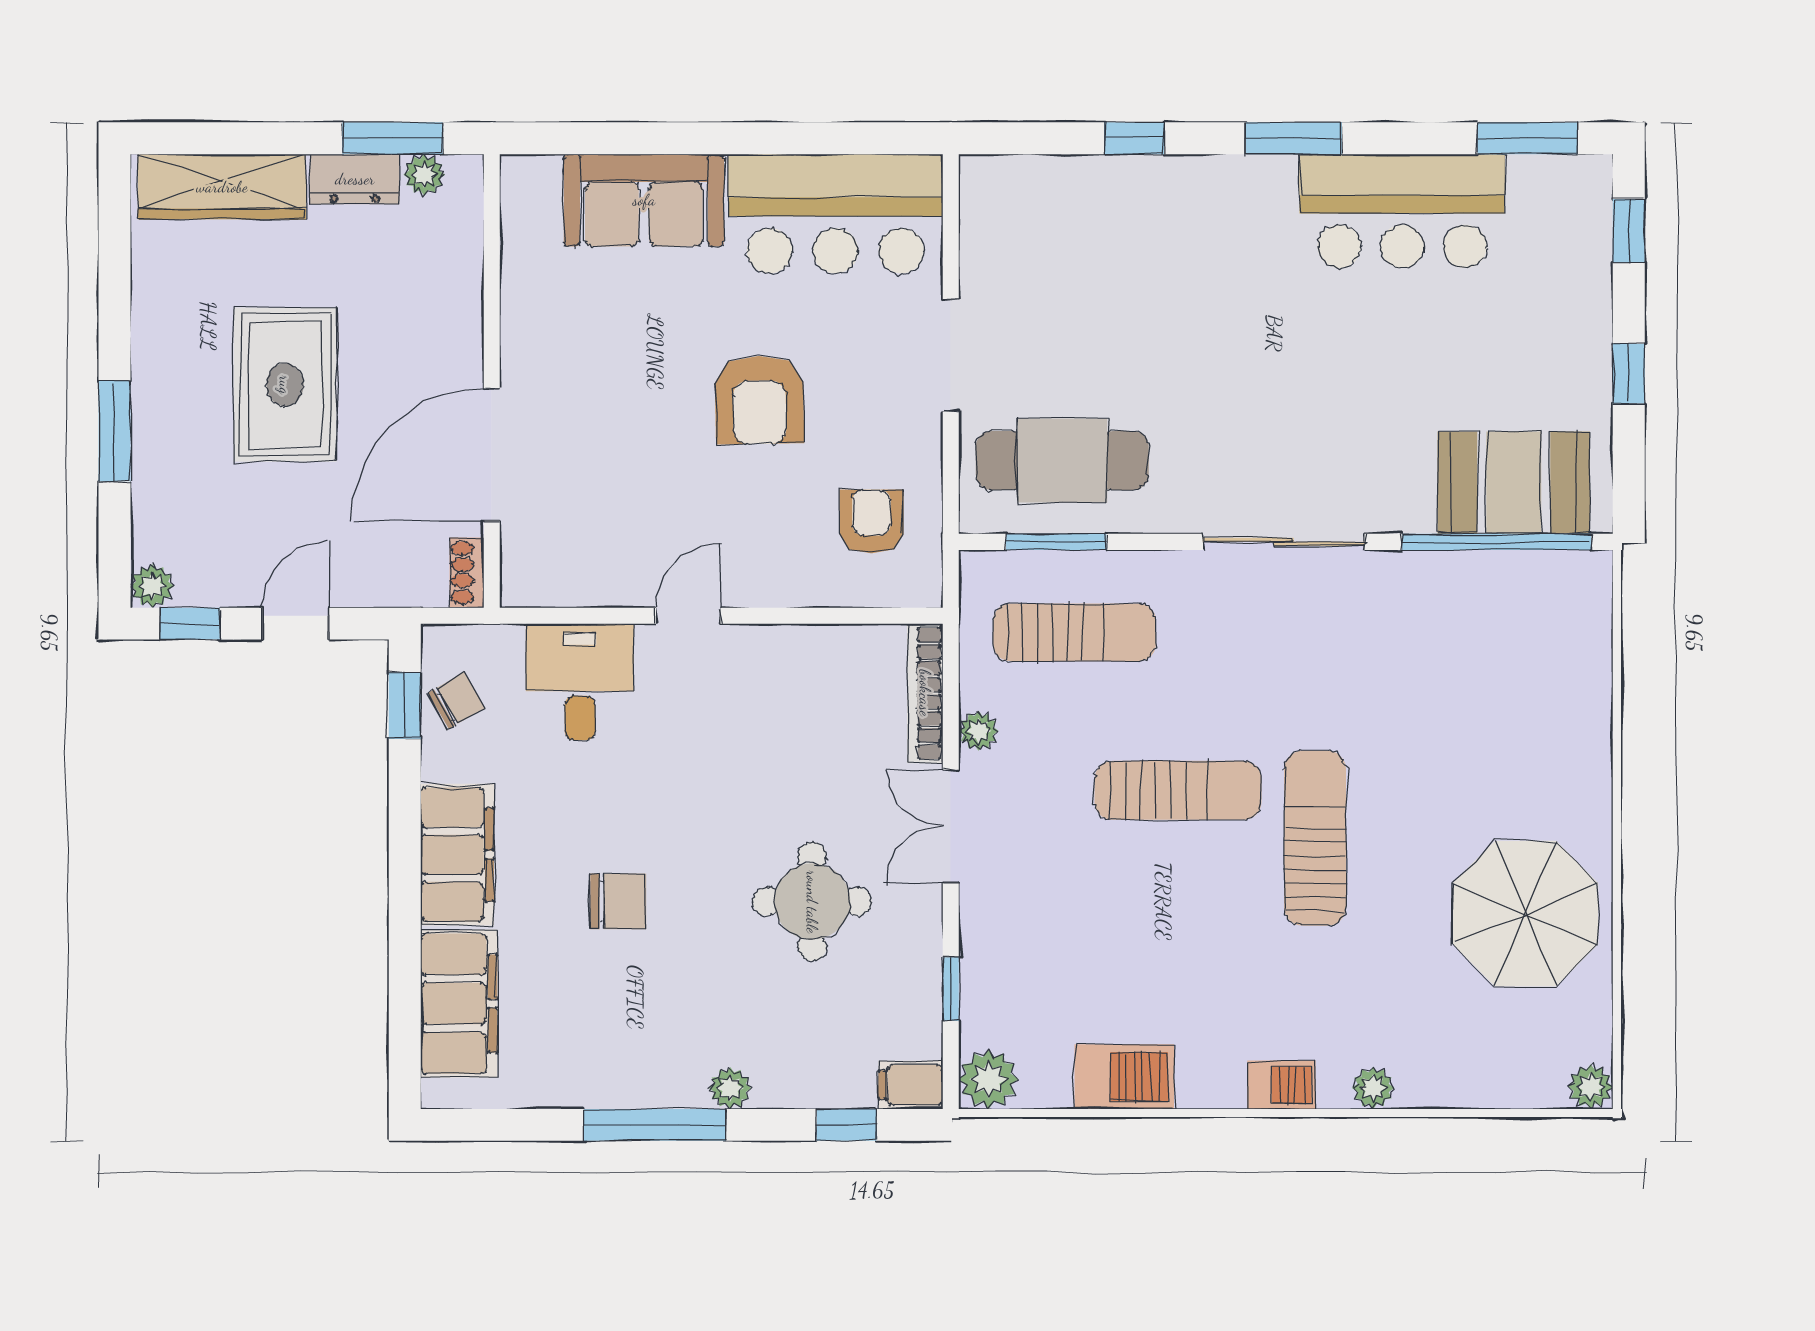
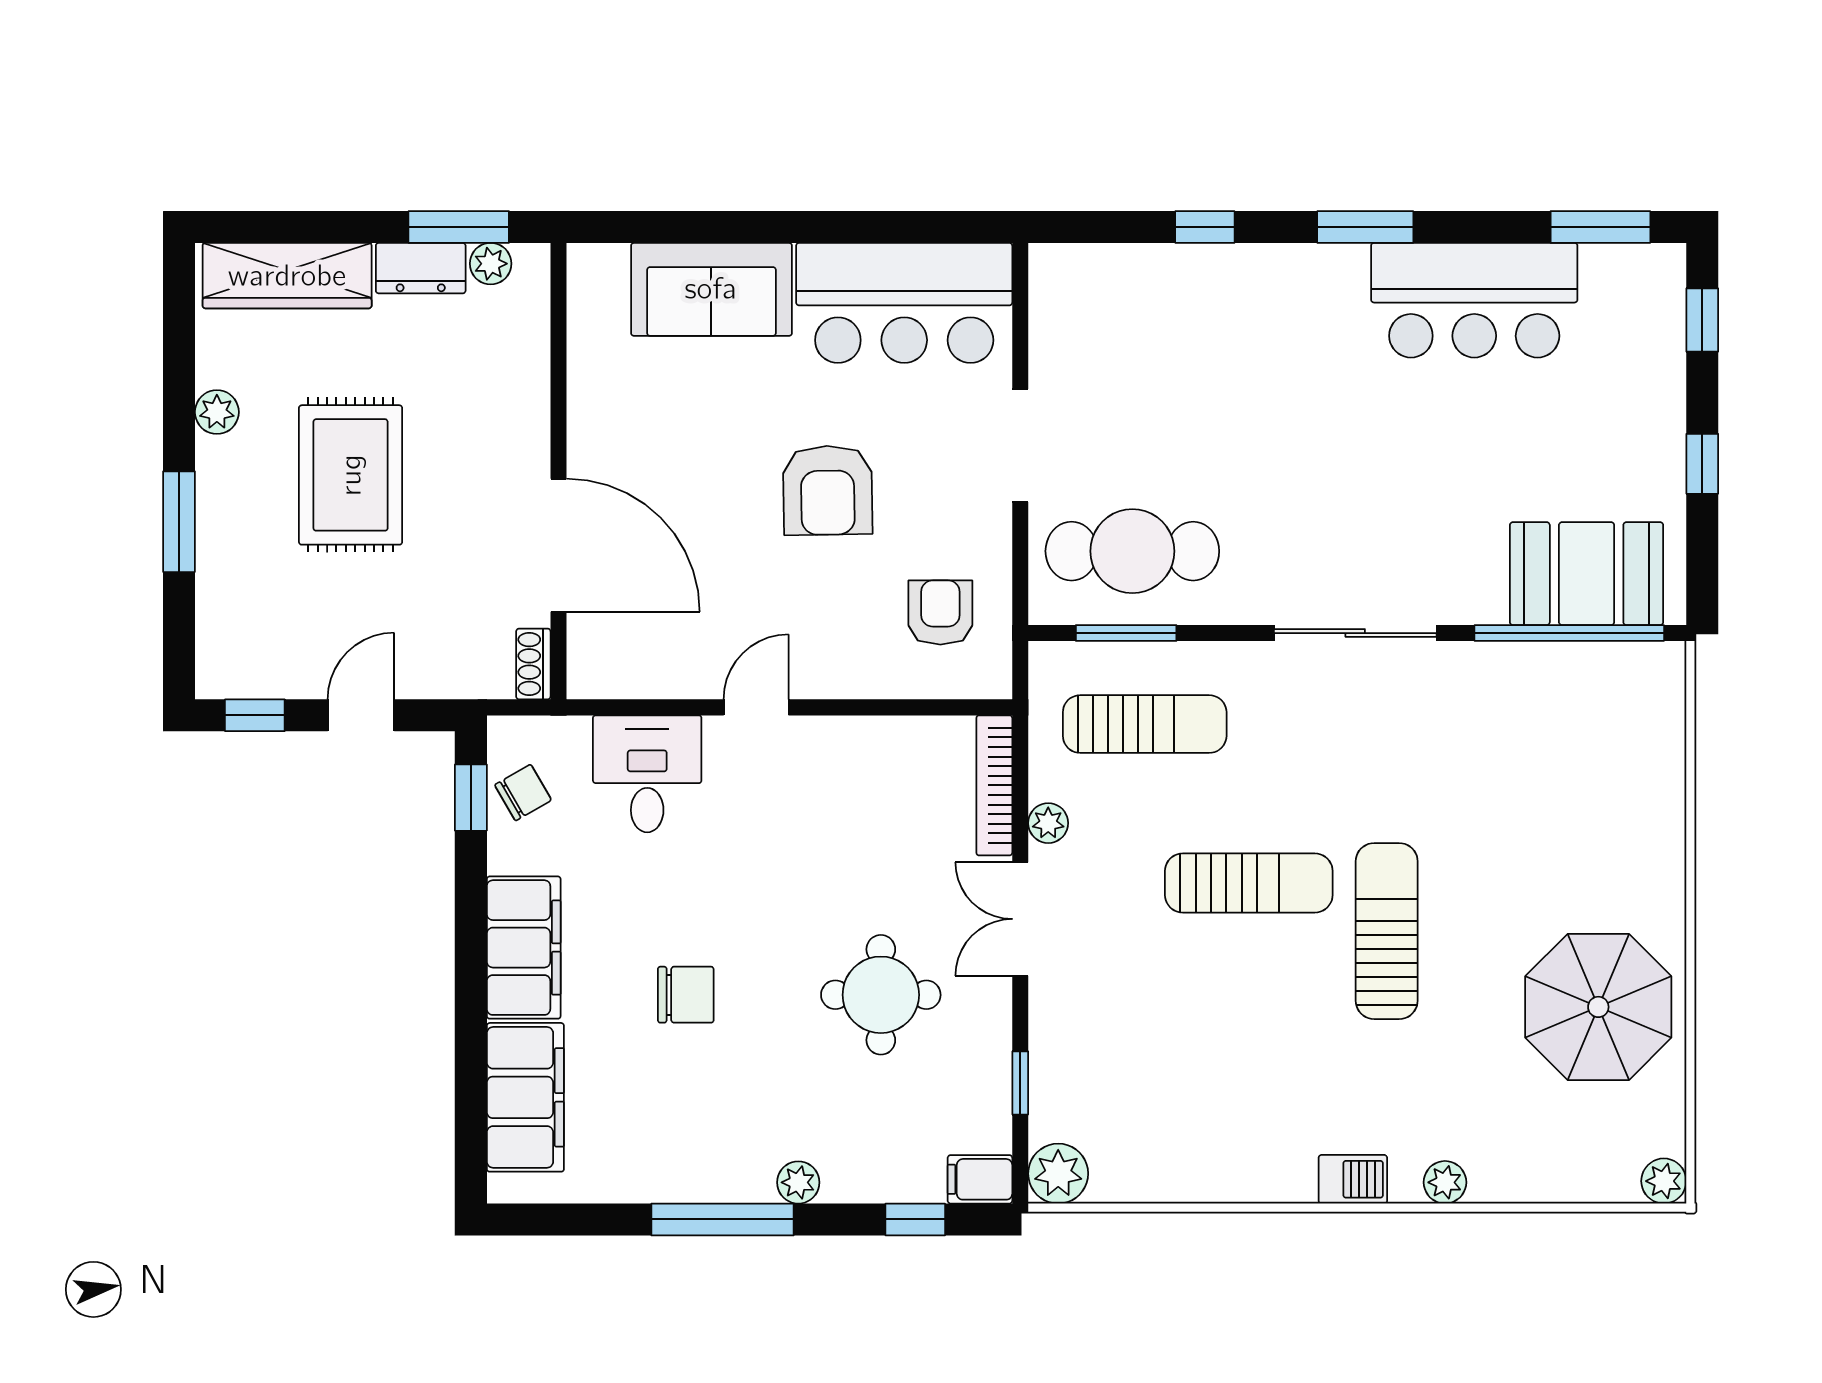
door: (492, 455) -> (558, 545), swing flipped
plant: (152, 586) -> (217, 412), moved
barbecue: (1124, 1077) -> (1195, 1171), removed

